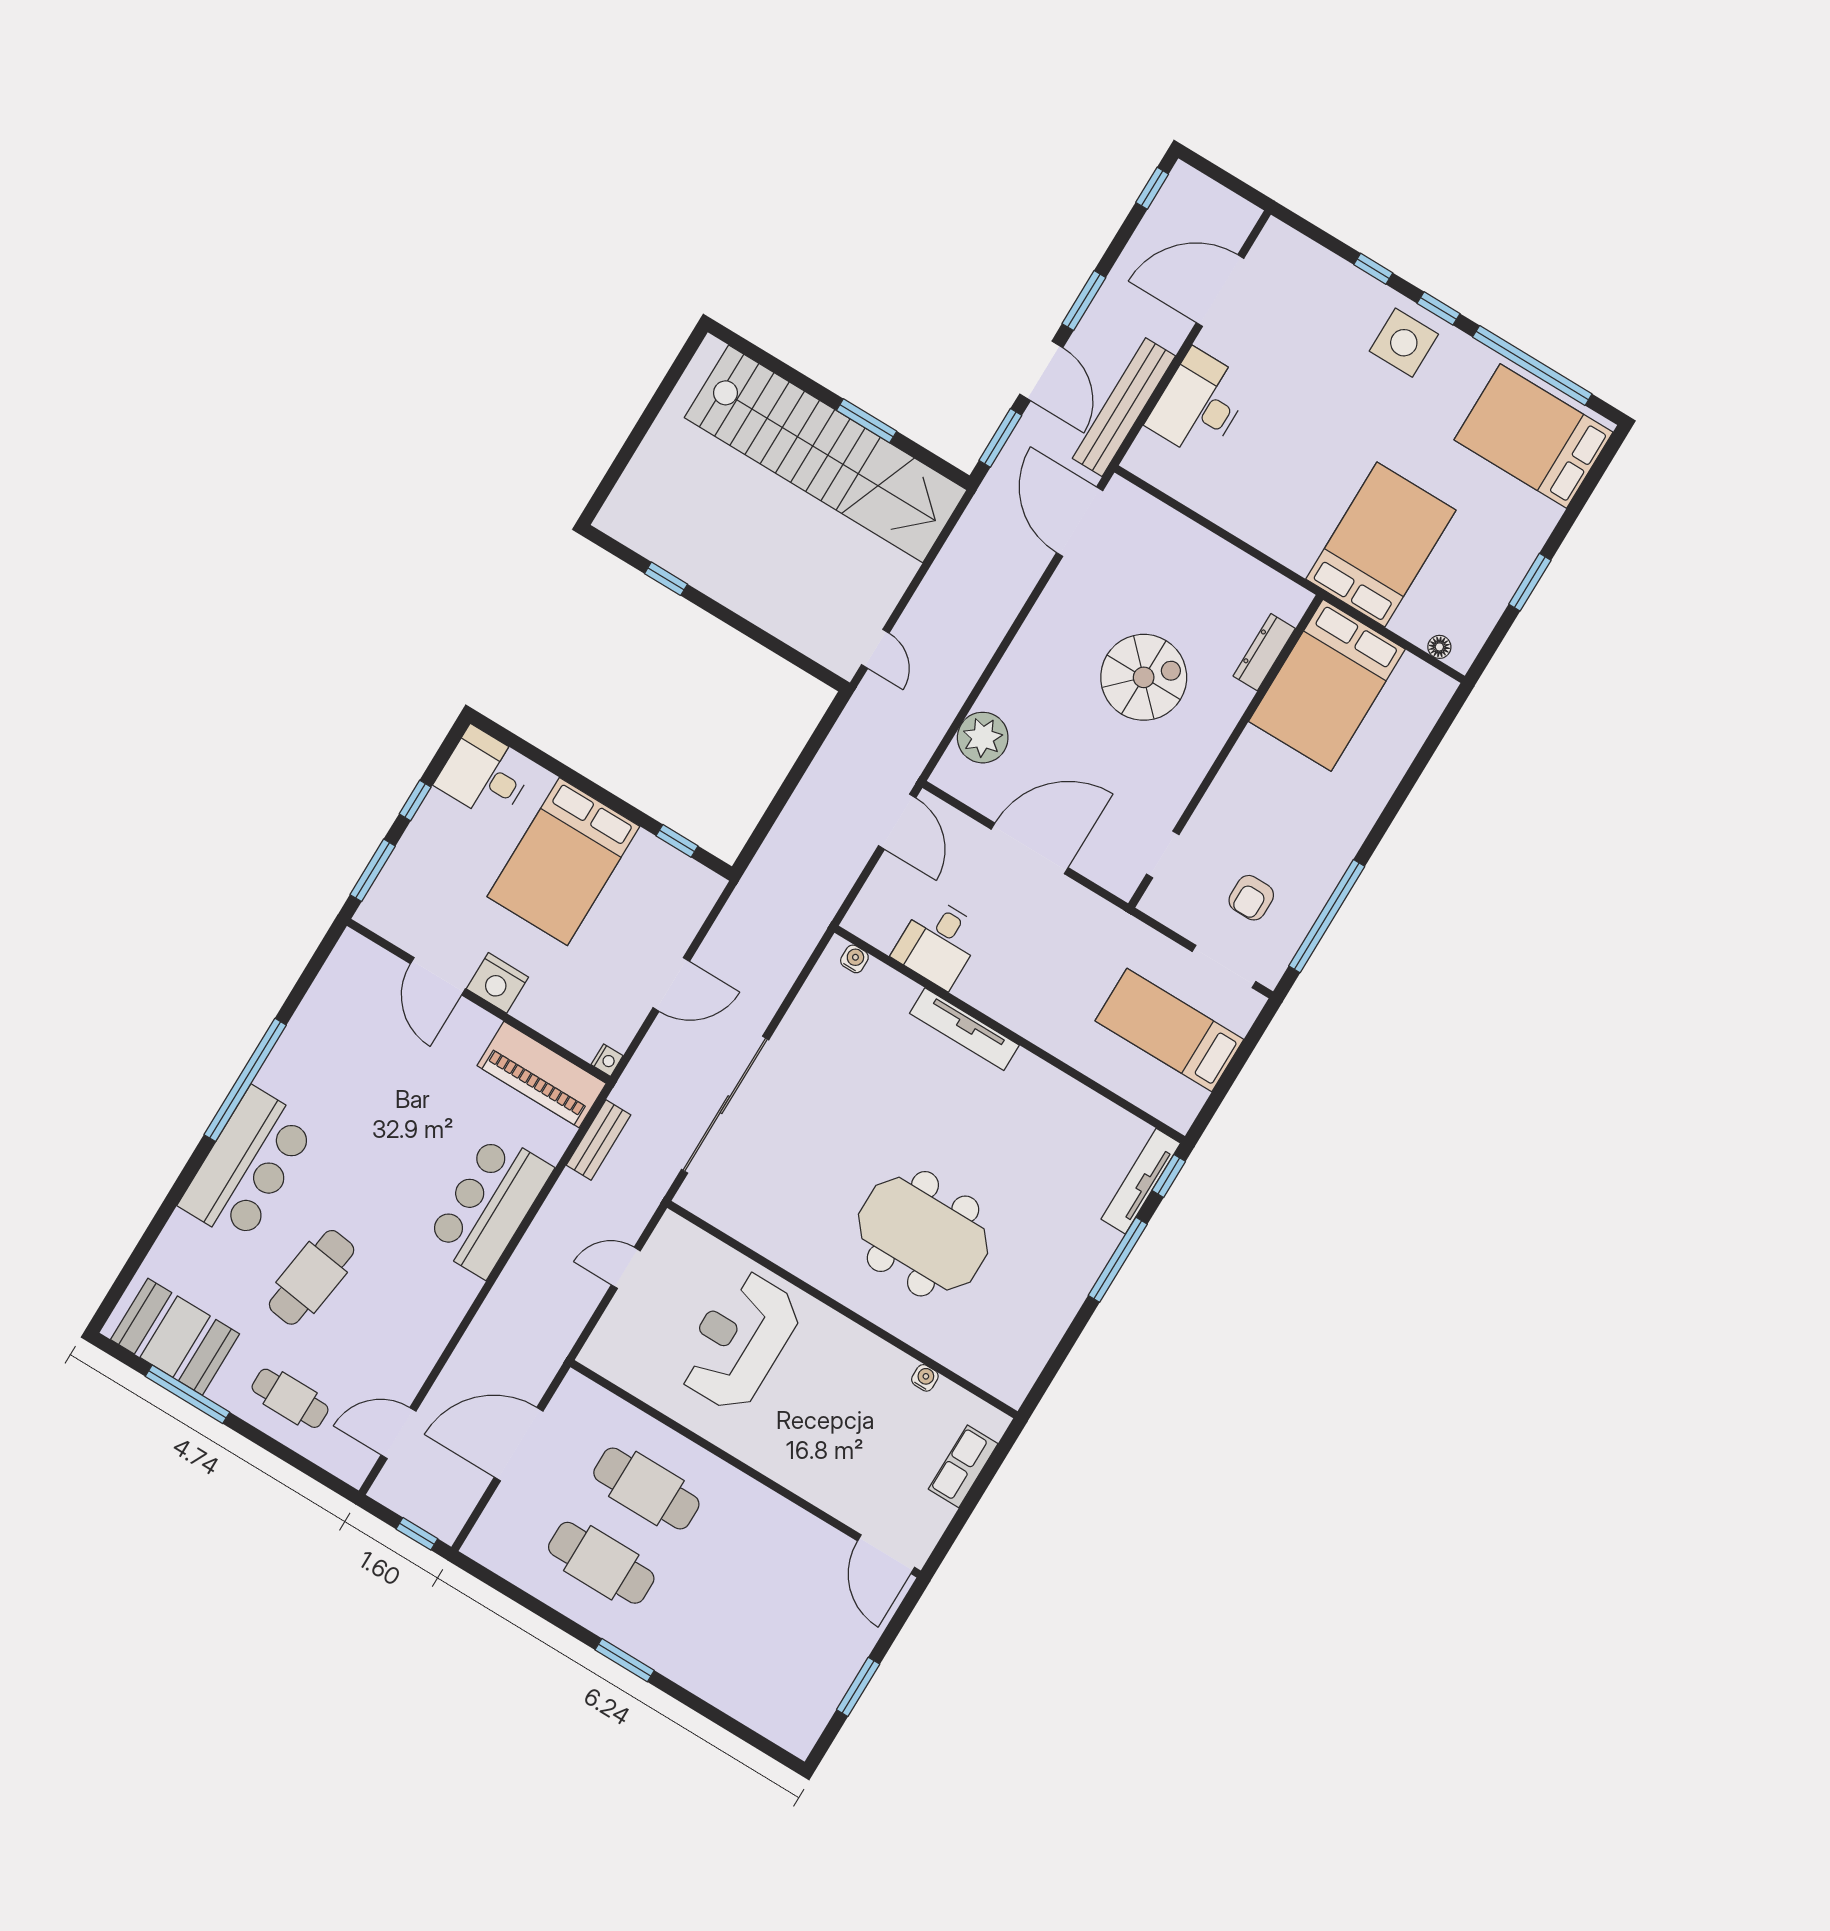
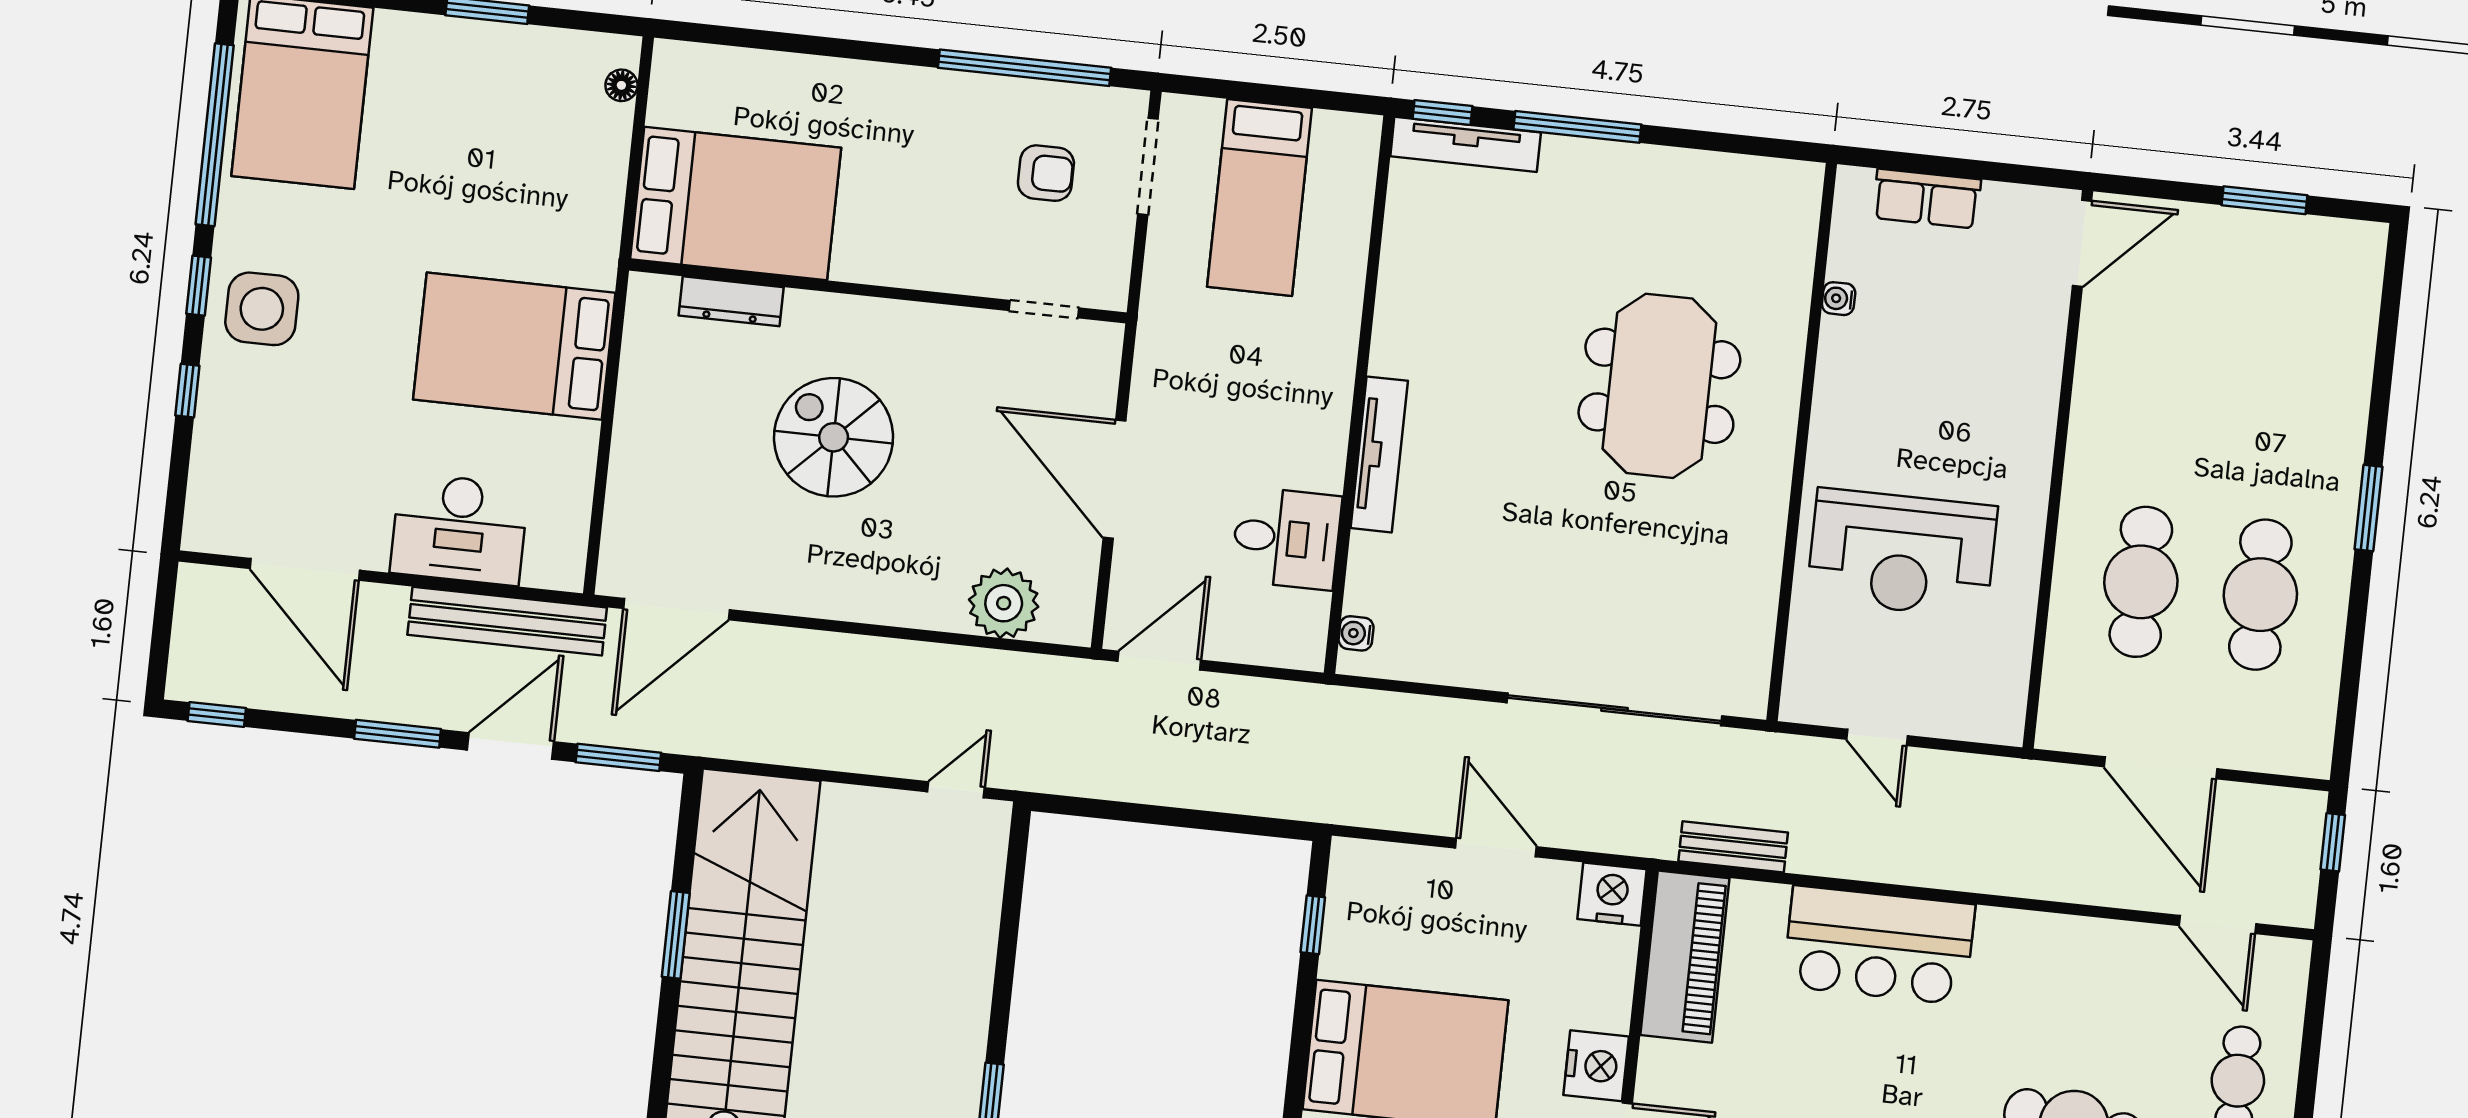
bed: (1381, 545) -> (514, 346), moved
nightstand: (607, 1060) -> (1612, 894), width x1.89, depth x1.79

